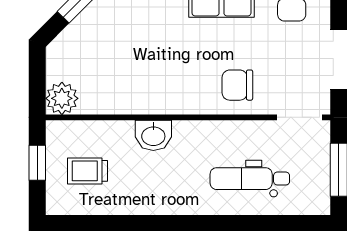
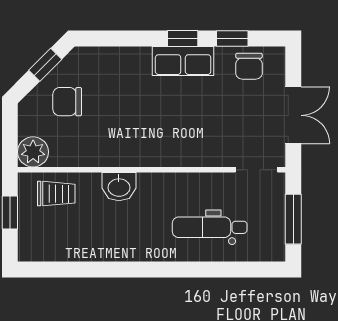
chair: (237, 85) -> (67, 102), moved
trolley: (88, 171) -> (56, 194), moved, turned 180

